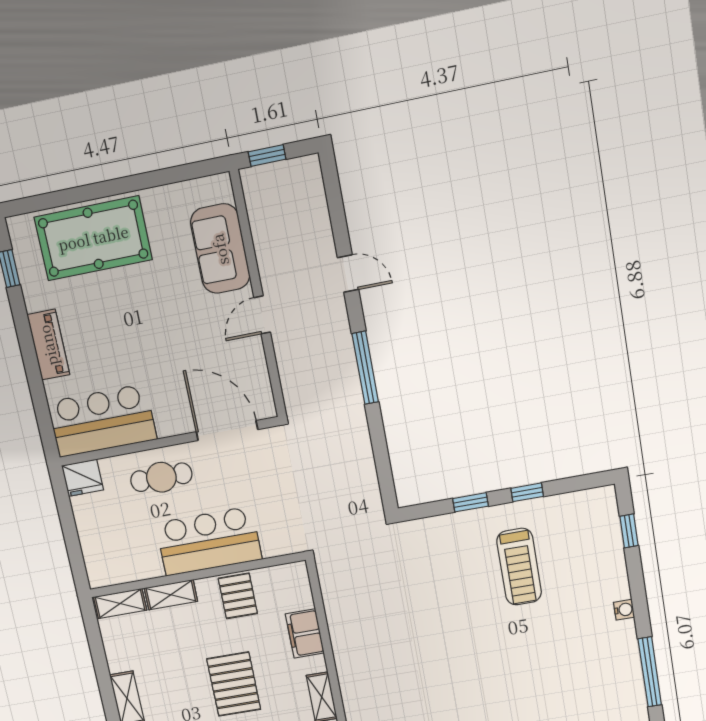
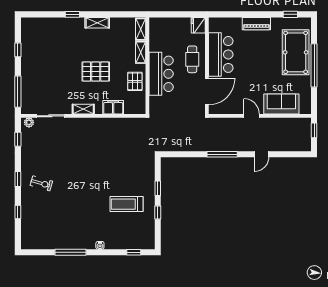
window: (113, 187) -> (314, 65), added
bar counter: (102, 421) -> (221, 54), moved
pallet: (238, 596) -> (135, 81), turned 90

